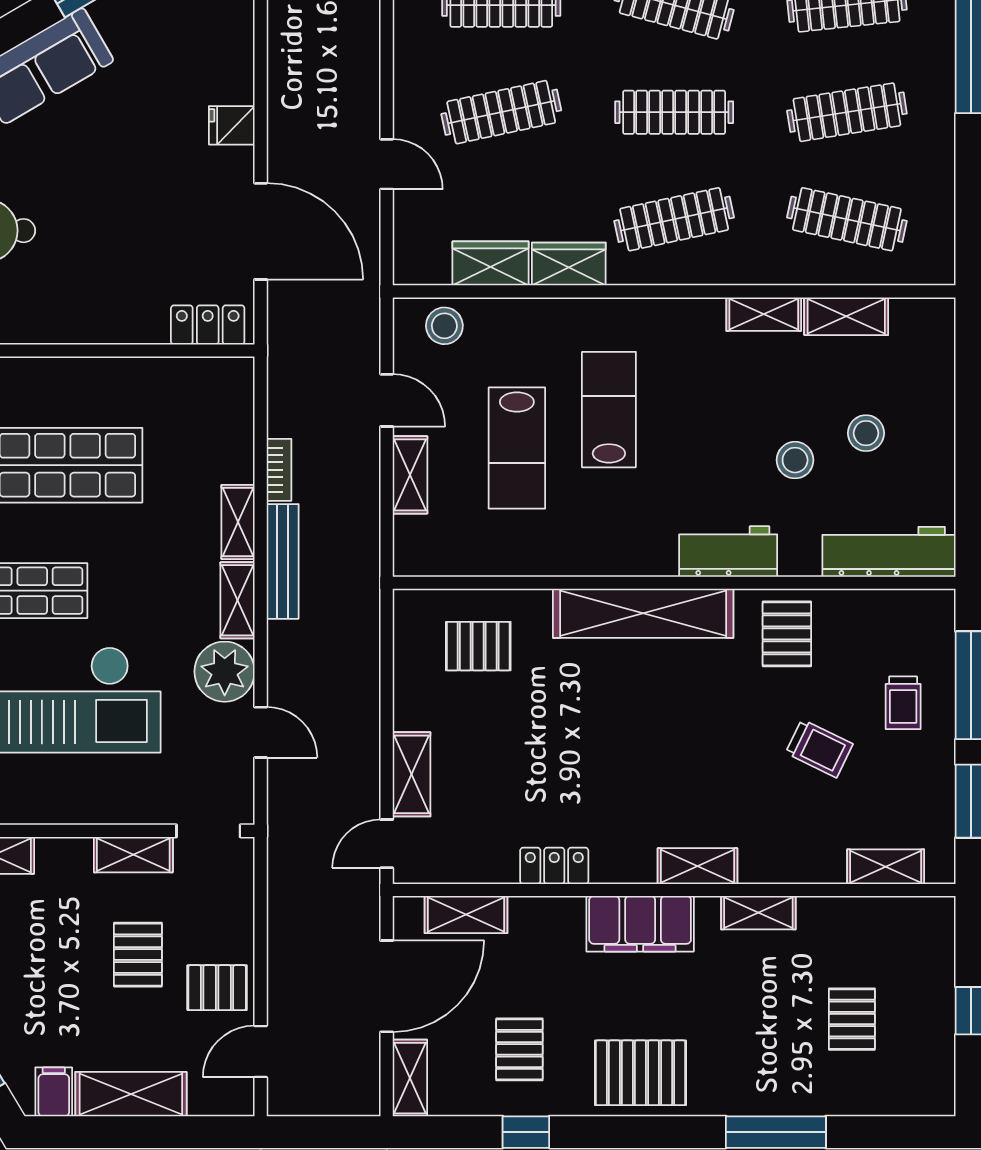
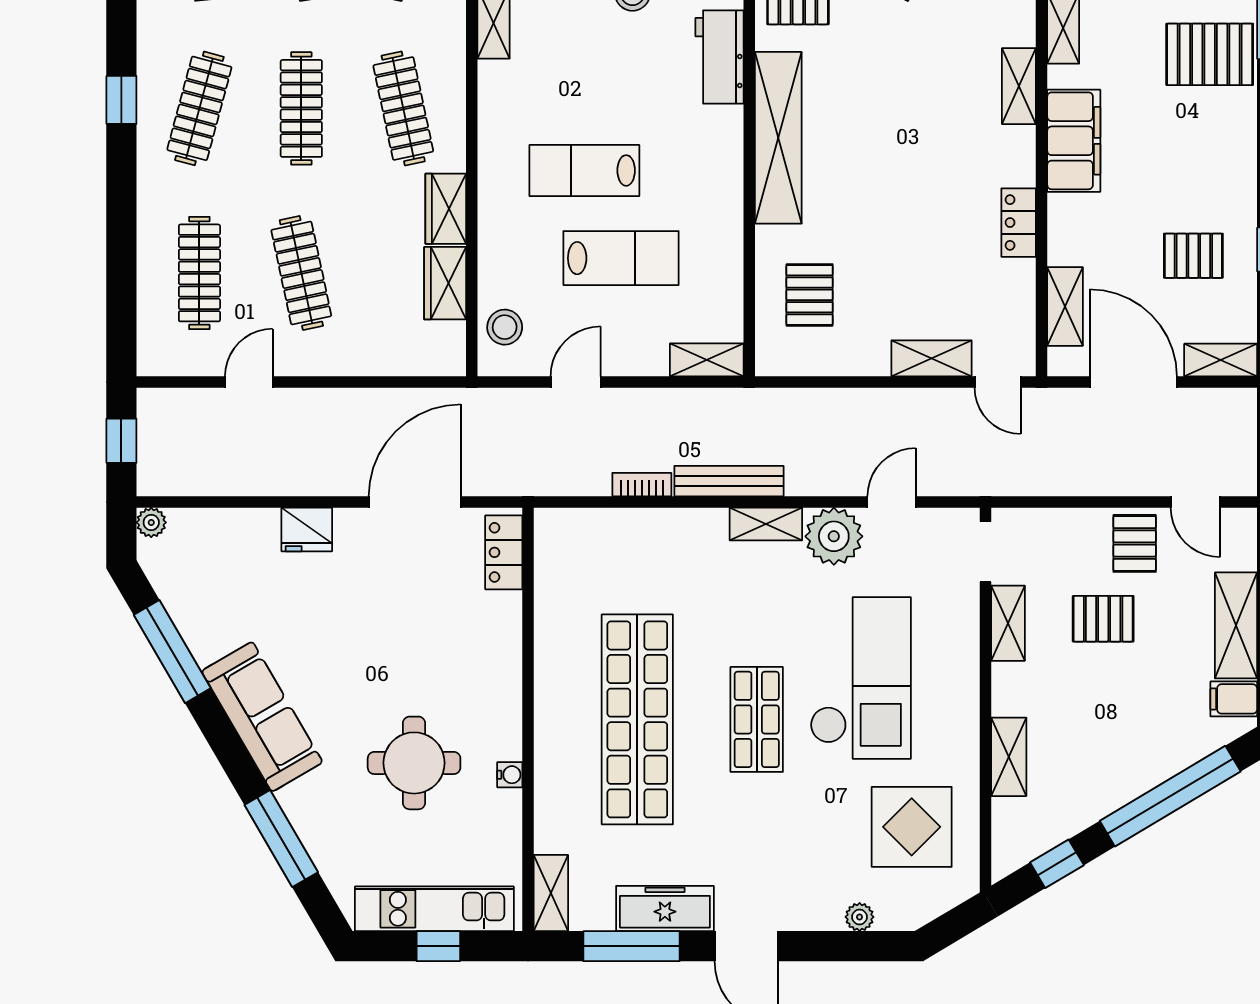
fridge: (232, 125) -> (307, 529), width x1.38
door: (387, 164) -> (249, 382), moved
shelving: (410, 475) -> (707, 360), moved
shelving: (238, 522) -> (691, 524), removed
pallet: (640, 1073) -> (1210, 54), moved, turned 90

